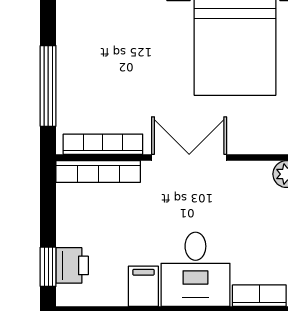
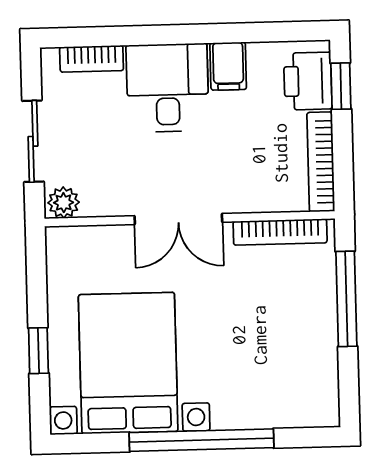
bookcase: (98, 172) -> (321, 162), moved, turned -90
printer: (72, 265) -> (308, 81), width x1.36, depth x1.24

